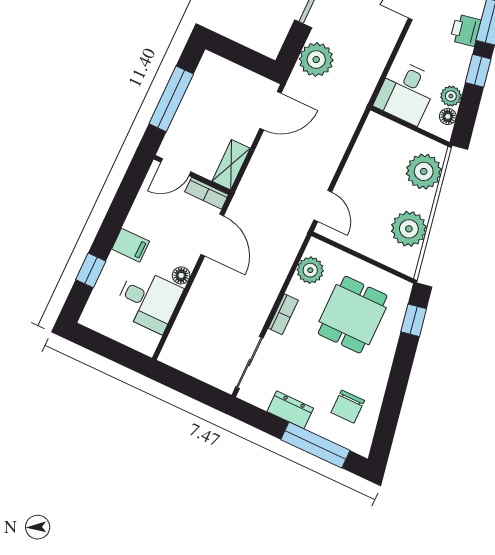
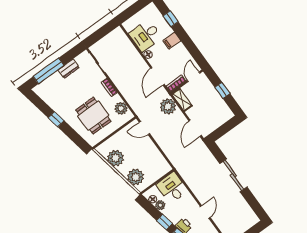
plant: (316, 60) -> (168, 106), moved
window: (171, 99) -> (222, 90), width x0.46
door: (212, 235) -> (158, 76), hinge flipped
window: (414, 320) -> (56, 119), moved
chair: (348, 407) -> (57, 93), removed

